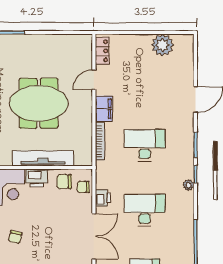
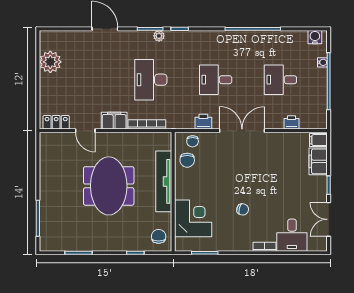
printer: (37, 178) -> (183, 188), removed
plant: (188, 185) -> (159, 36), moved
desk: (145, 210) -> (216, 80), width x0.73

